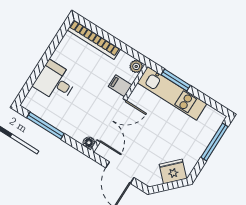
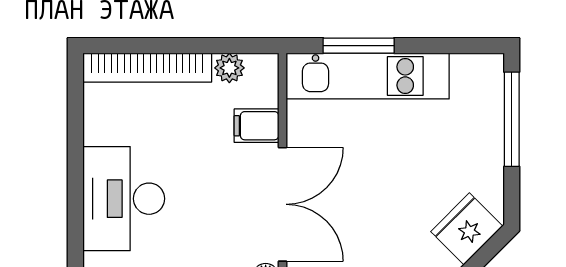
plant: (136, 66) -> (229, 68), moved
desk: (55, 82) -> (124, 199), width x1.37

